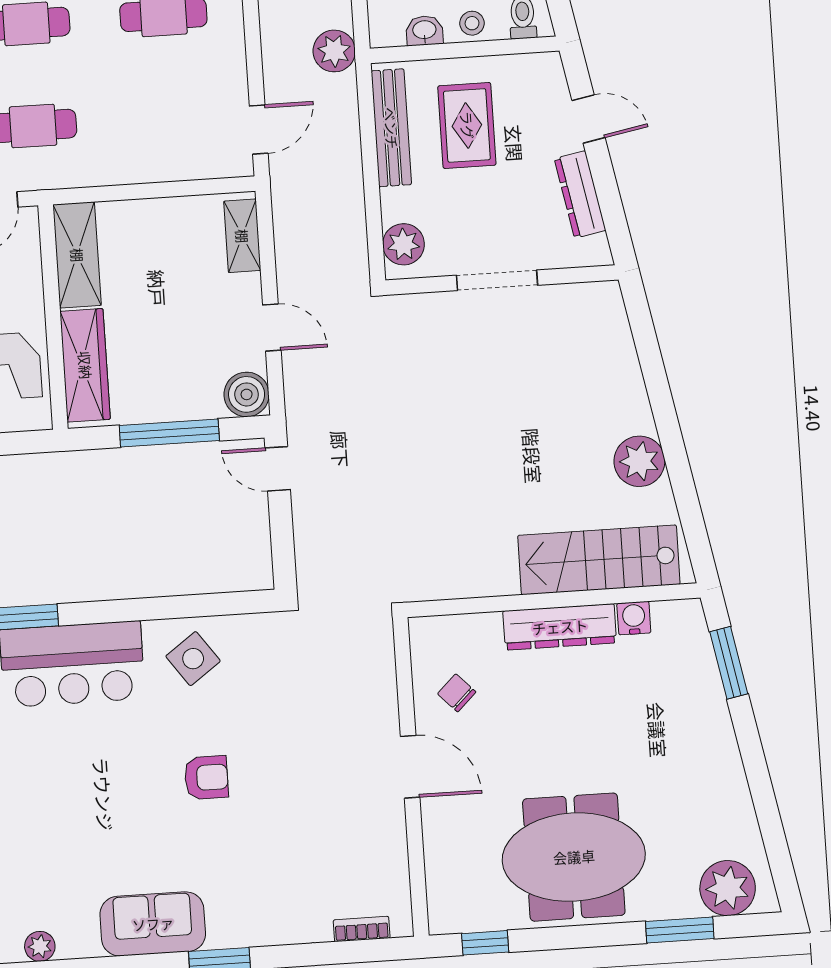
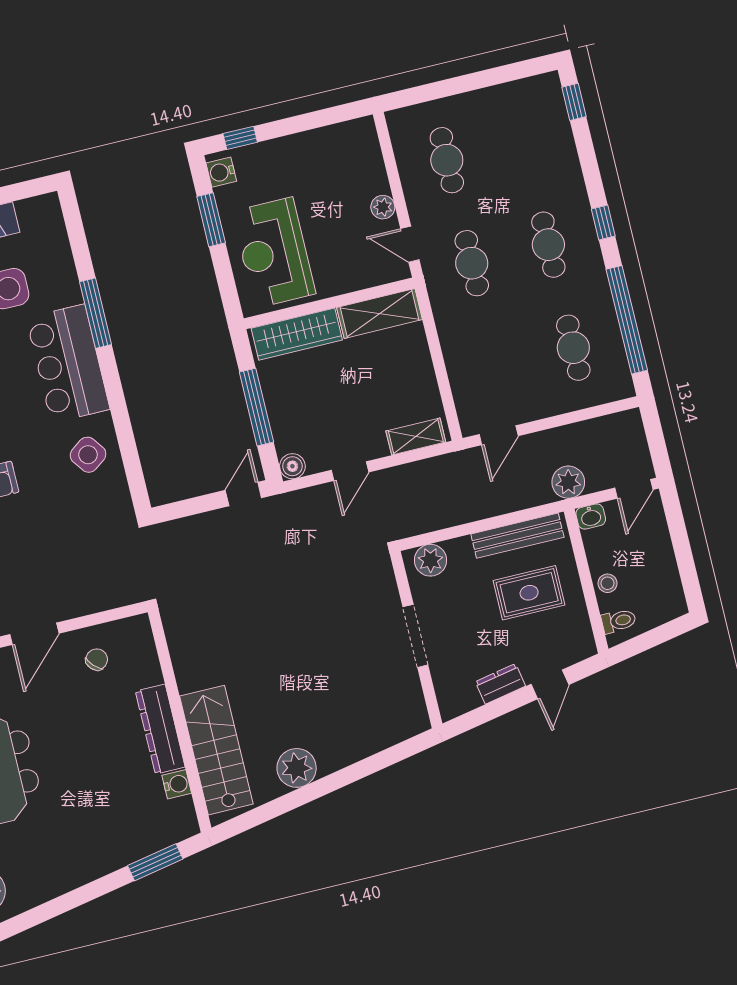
washbasin: (424, 31) -> (591, 516), moved, turned 90
door: (259, 130) -> (499, 435), hinge flipped
dresser: (580, 194) -> (500, 684), width x0.70
boiler: (247, 394) -> (292, 466), width x0.73, depth x0.73

